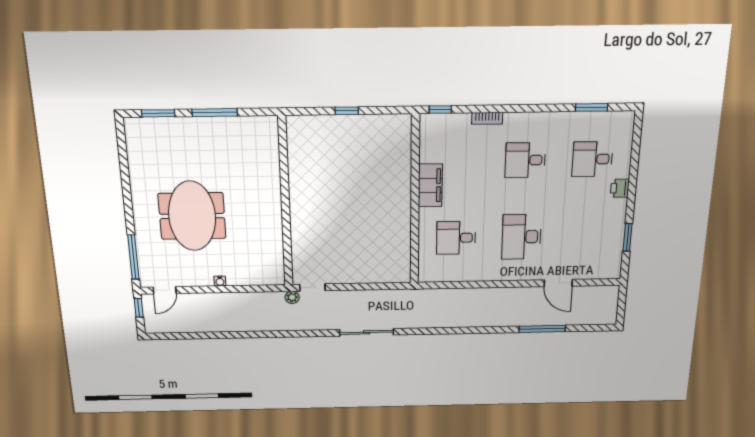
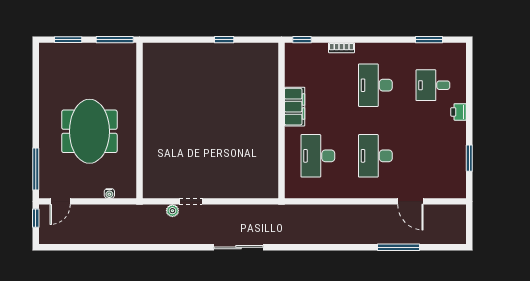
desk: (525, 160) -> (375, 85), width x1.37
wall: (285, 203) -> (140, 121), moved
desk: (456, 238) -> (318, 156), width x1.37

